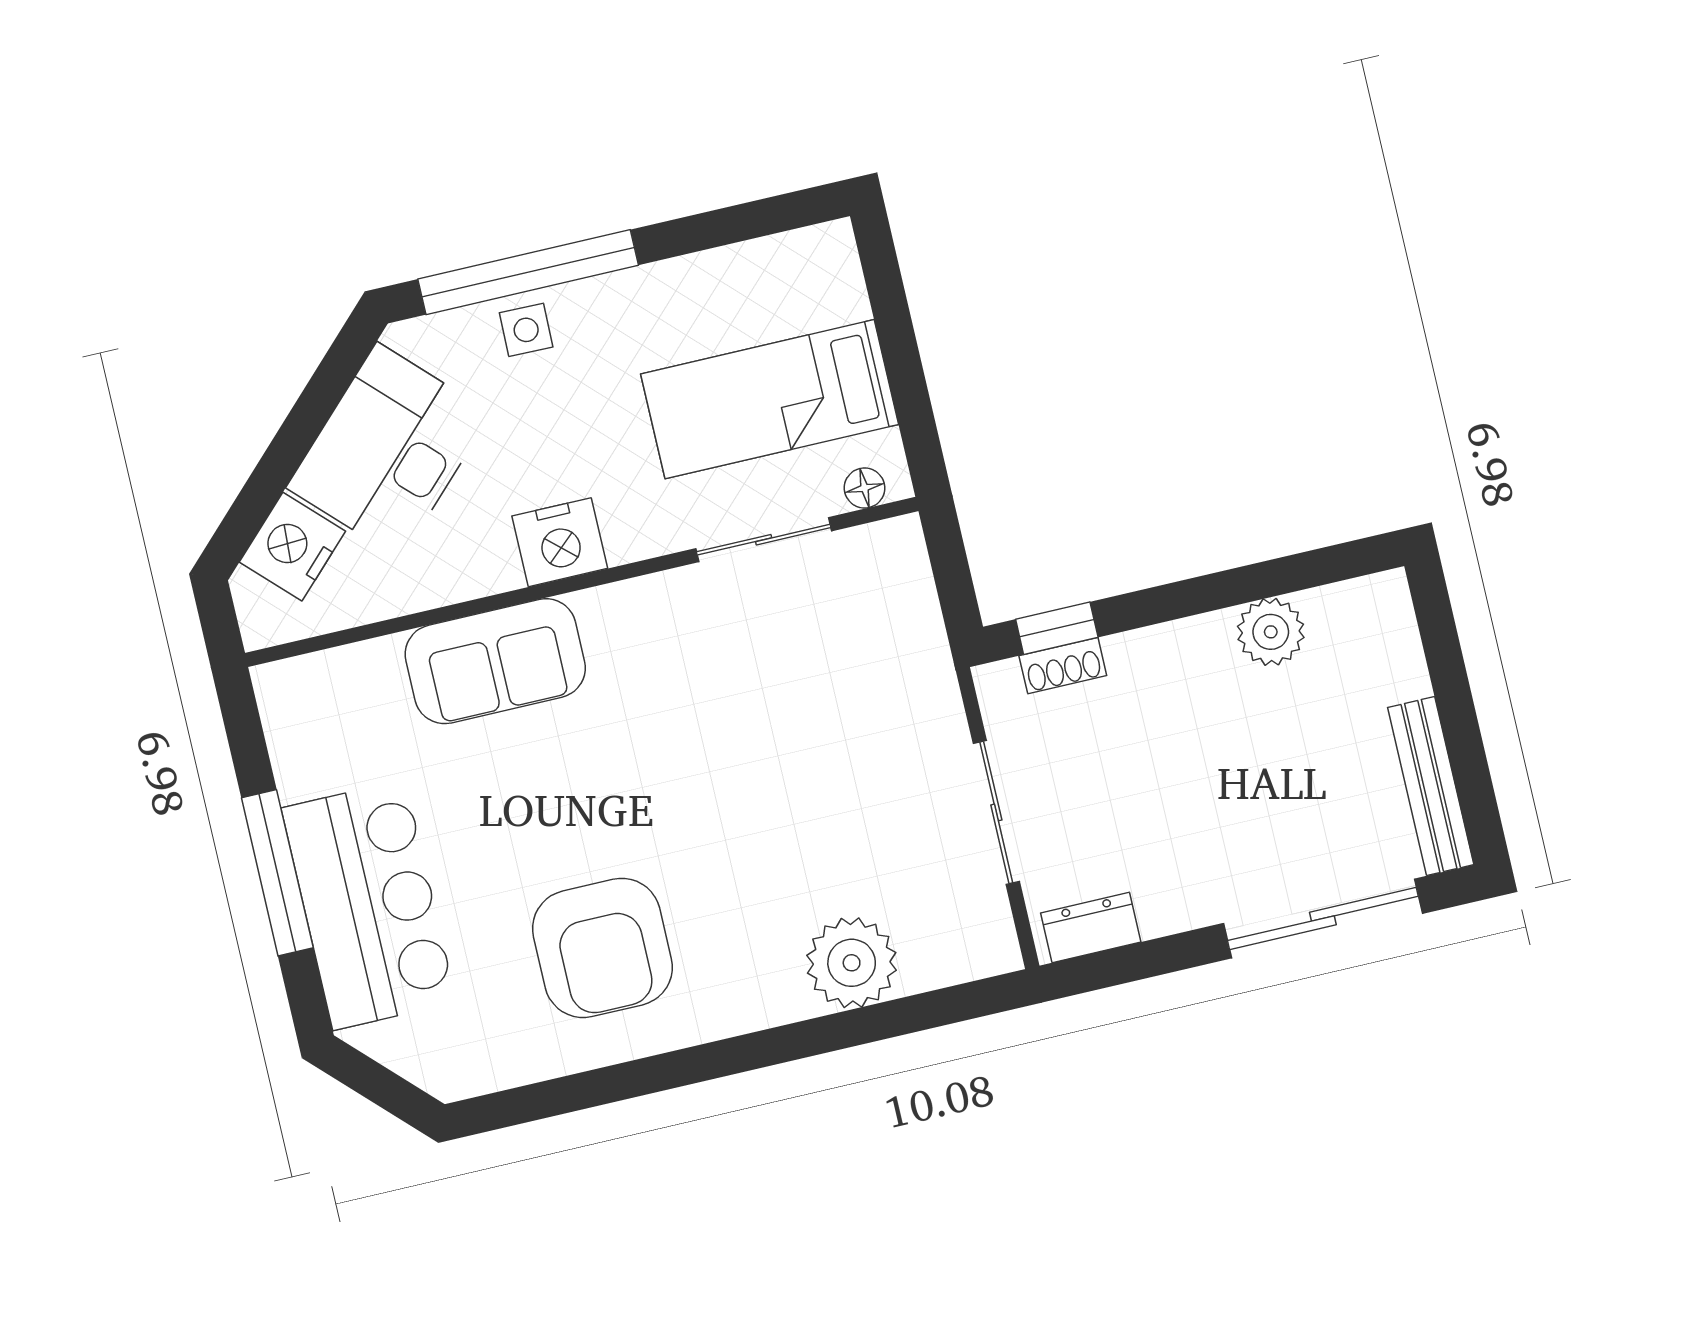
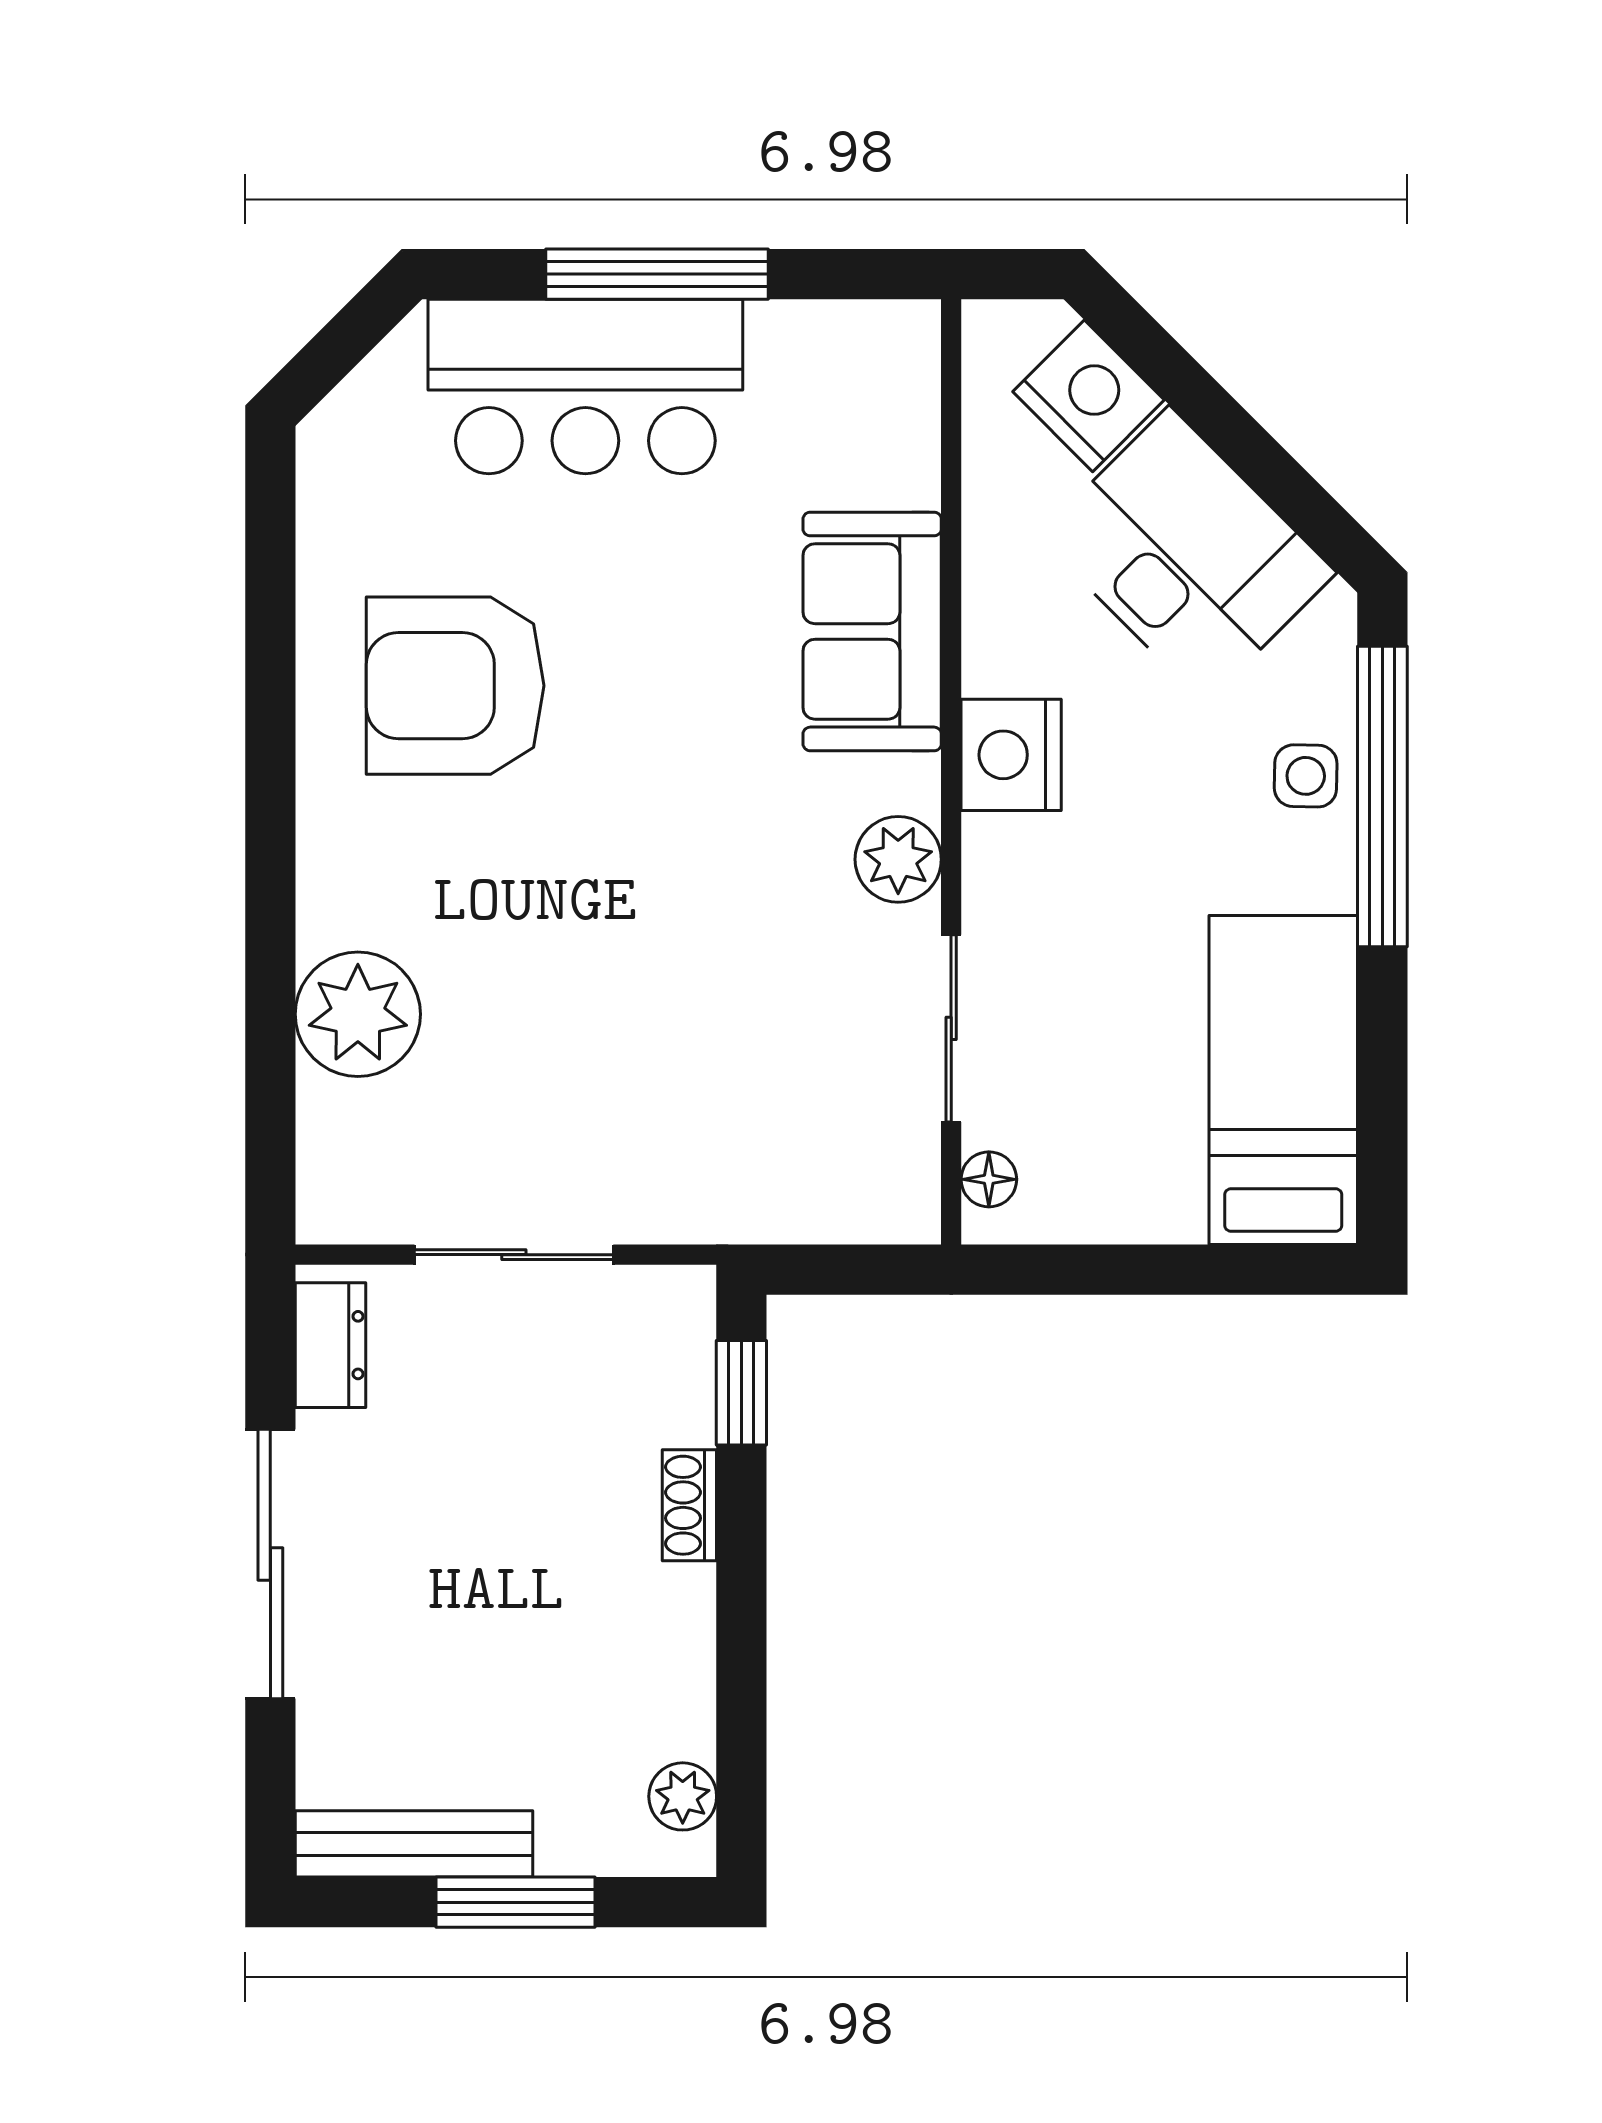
bed: (770, 399) -> (1283, 1080), moved
plant: (653, 605) -> (898, 859), added
plant: (1271, 632) -> (683, 1796), moved, width x0.73, depth x0.73
shoe rack: (1063, 666) -> (689, 1505), moved
window: (1455, 704) -> (516, 1902), added
sliding door: (1323, 918) -> (270, 1564), moved

